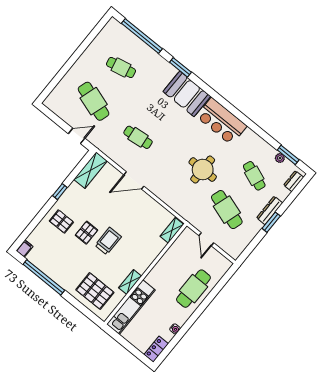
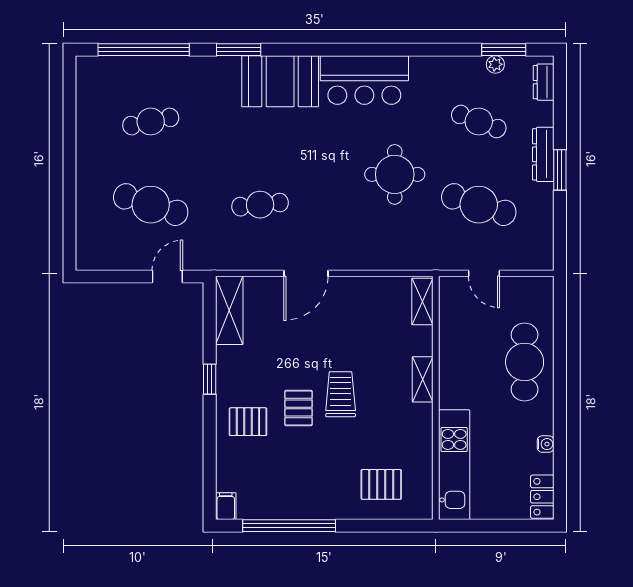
shelving: (130, 282) -> (423, 379), moved
pallet: (95, 291) -> (381, 484), width x0.67, depth x0.71

